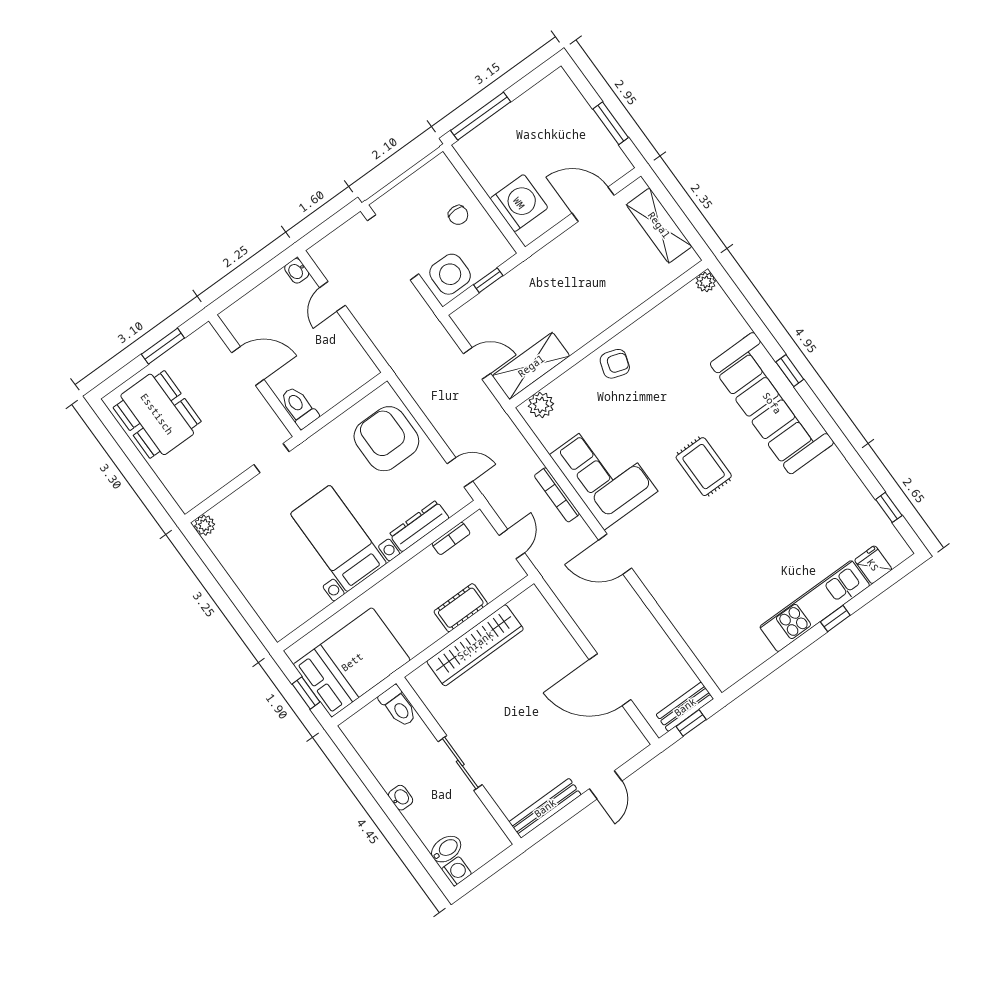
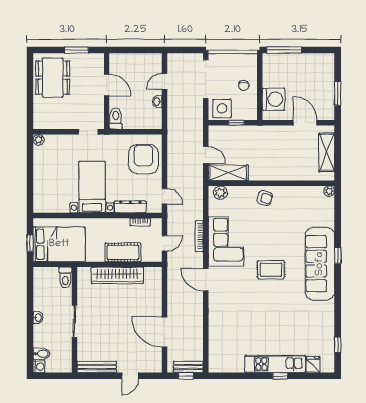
washbasin: (297, 271) -> (157, 102), moved
rug: (704, 467) -> (271, 270), turned 90
cot: (461, 608) -> (123, 252), width x1.37, depth x1.34

